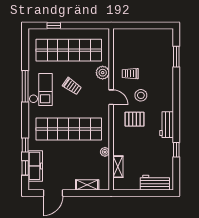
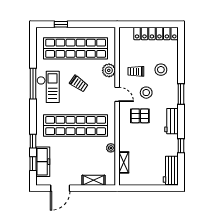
locker: (151, 35) -> (156, 33), added
window: (176, 57) -> (181, 94), moved
stool: (156, 72) -> (161, 70), added
workbench: (155, 183) -> (171, 170), moved, turned -90

